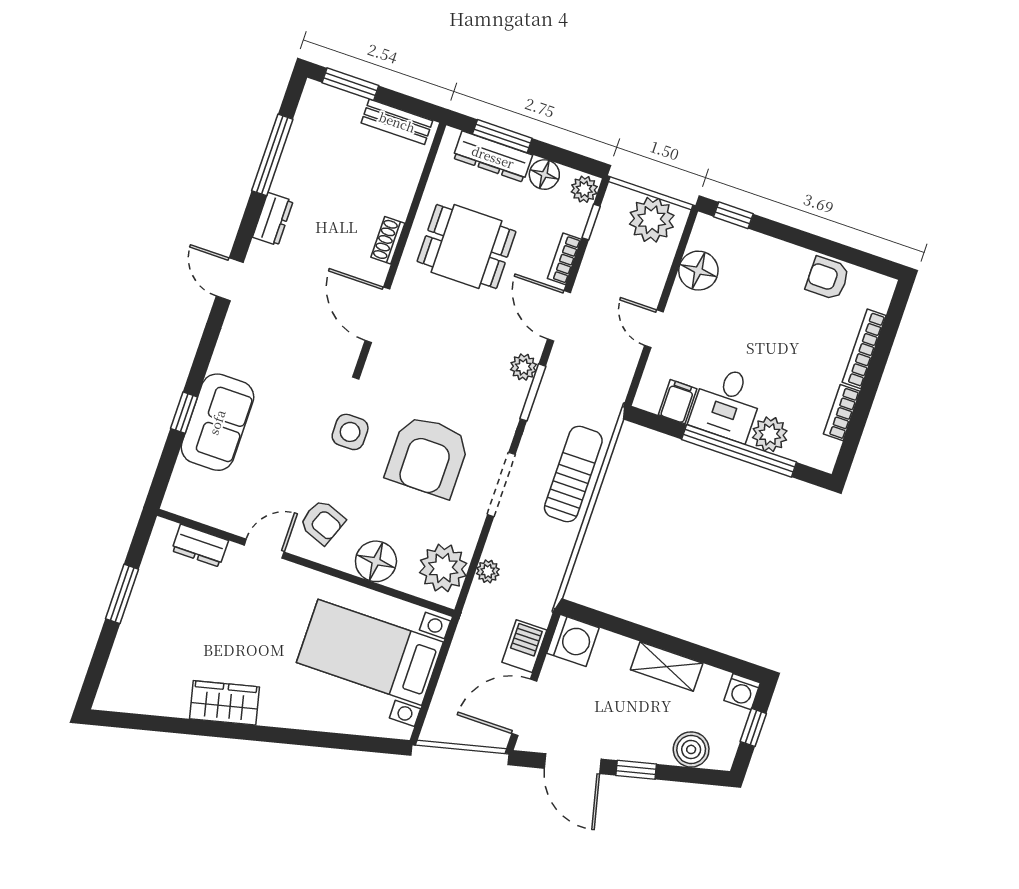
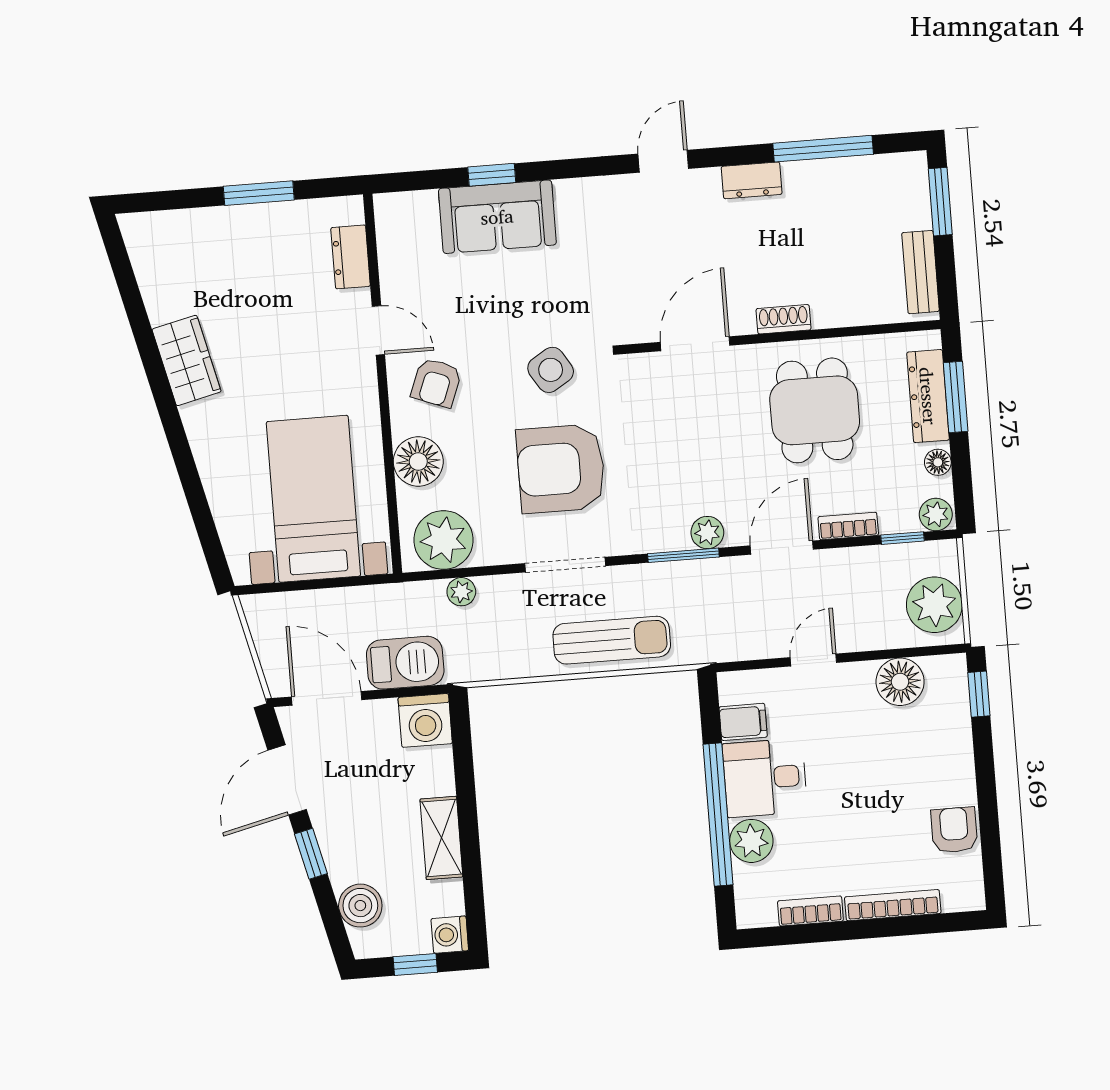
floor lamp: (544, 175) -> (938, 462), width x0.73, depth x0.73
side table: (350, 432) -> (551, 370), turned -32
barbecue: (524, 646) -> (405, 663), width x1.38, depth x1.27

